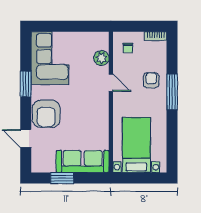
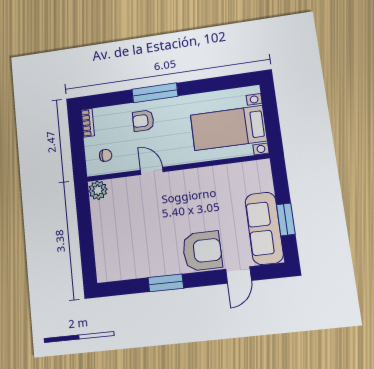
corner sofa: (50, 58) -> (129, 254), removed
plant: (101, 58) -> (98, 190), moved
door: (111, 83) -> (152, 171), hinge flipped
sofa: (83, 161) -> (264, 228), moved

